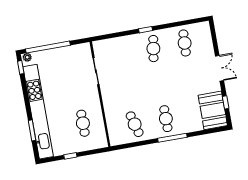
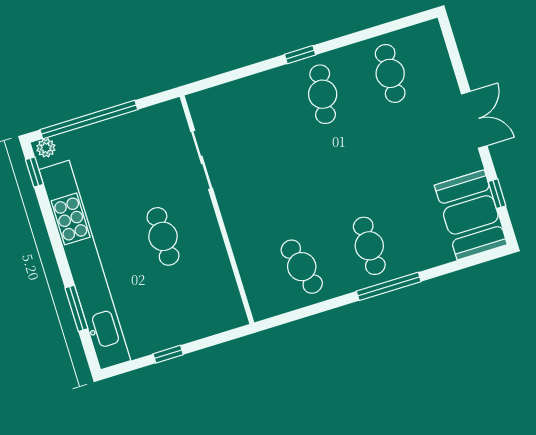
cafe table: (83, 123) -> (163, 236), moved

